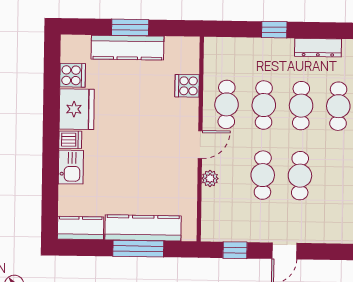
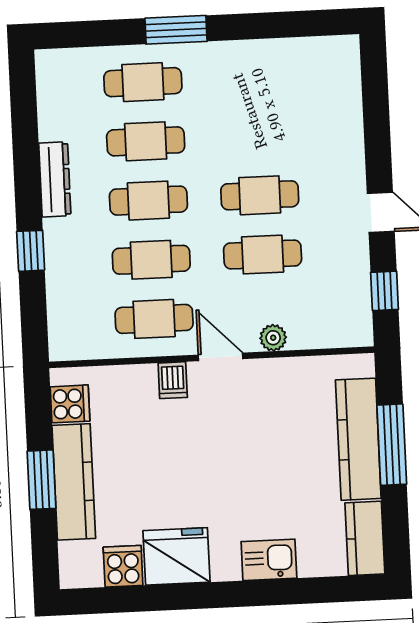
cooker: (187, 86) -> (70, 404), moved, turned -90
dishwasher: (70, 140) -> (173, 380), moved, turned 180

